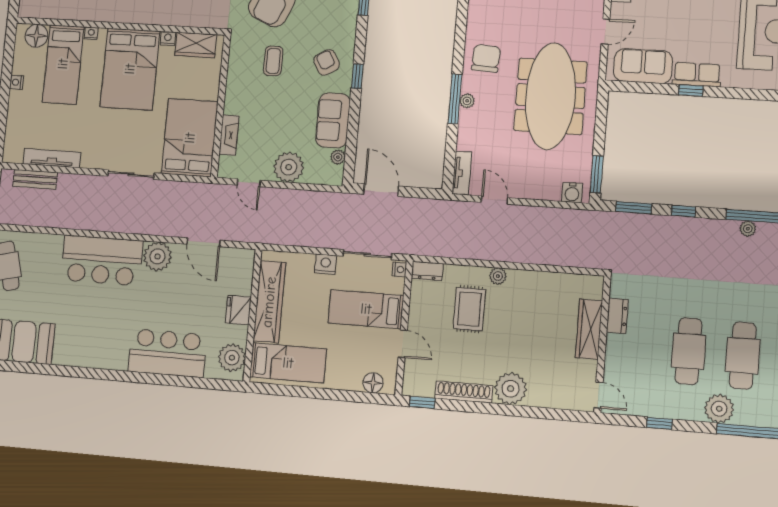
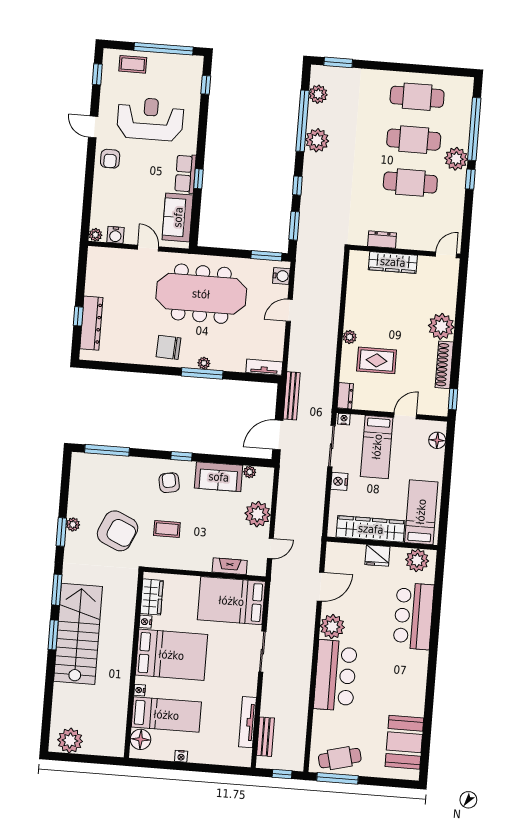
armchair: (327, 62) -> (169, 483), turned 110
door: (494, 200) -> (289, 310), moved
bench: (427, 206) -> (292, 396), added
plant: (748, 229) -> (317, 140), width x1.87, depth x1.87
window: (659, 423) -> (470, 179), moved

